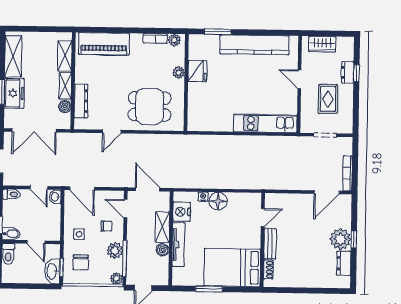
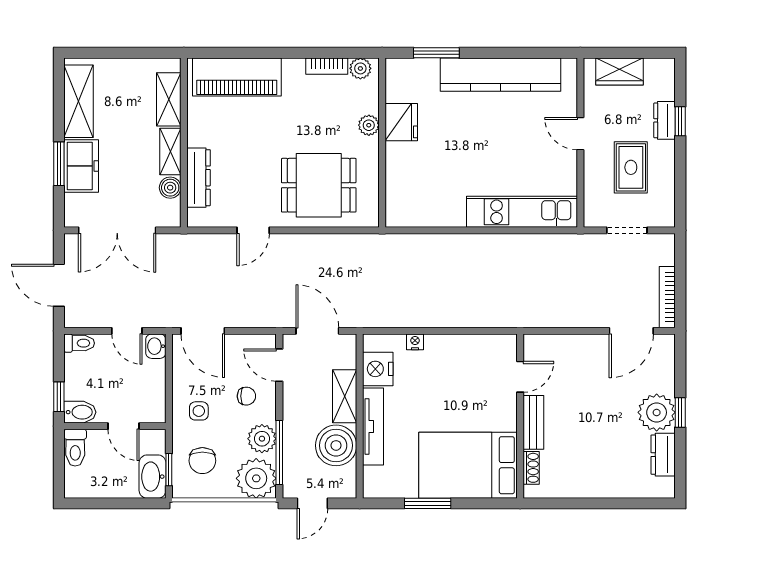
floor lamp: (218, 201) -> (441, 349), removed
boiler: (163, 250) -> (336, 445), width x1.86, depth x1.86
plant: (117, 279) -> (256, 478), width x1.88, depth x1.88

